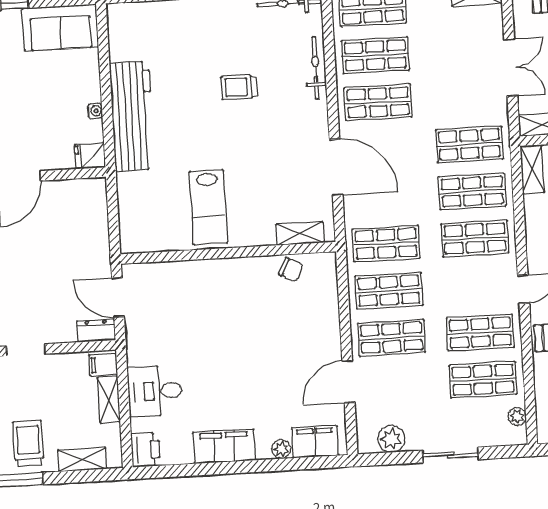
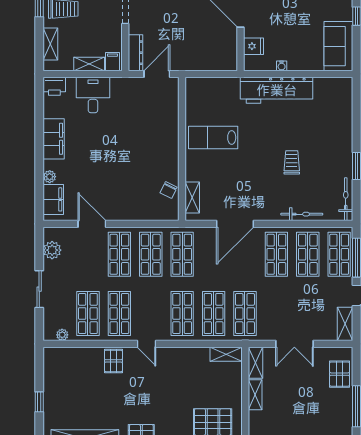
fridge: (90, 156) -> (254, 46), moved, turned 90
dresser: (96, 331) -> (136, 53), width x1.44

